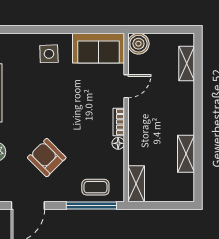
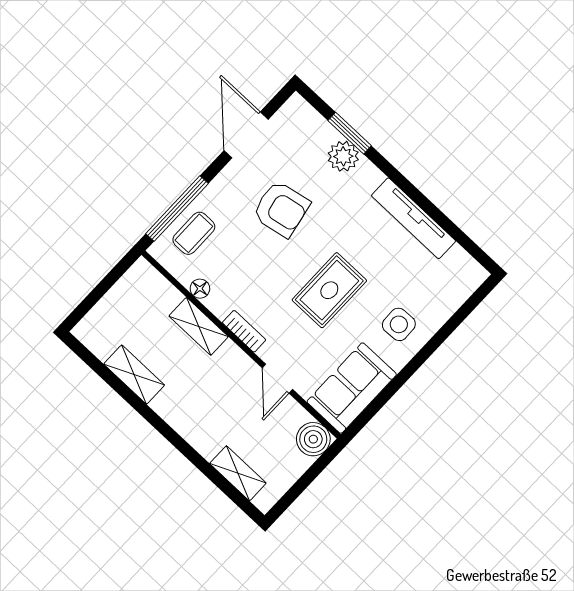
rug: (63, 100) -> (329, 290), added
floor lamp: (118, 143) -> (200, 289), moved
armchair: (47, 158) -> (281, 209), turned 34
shelving: (136, 184) -> (199, 326), moved

